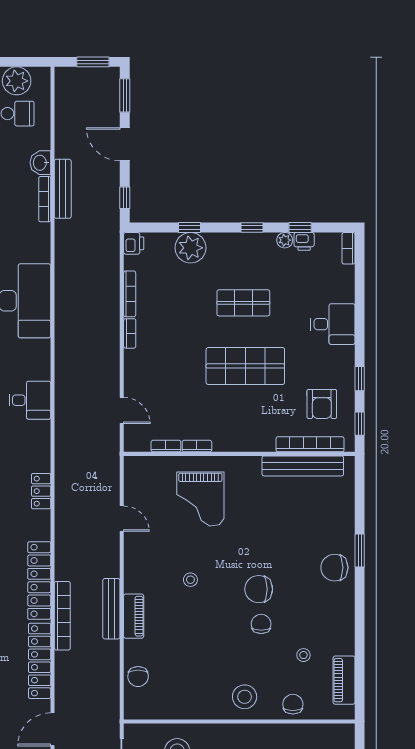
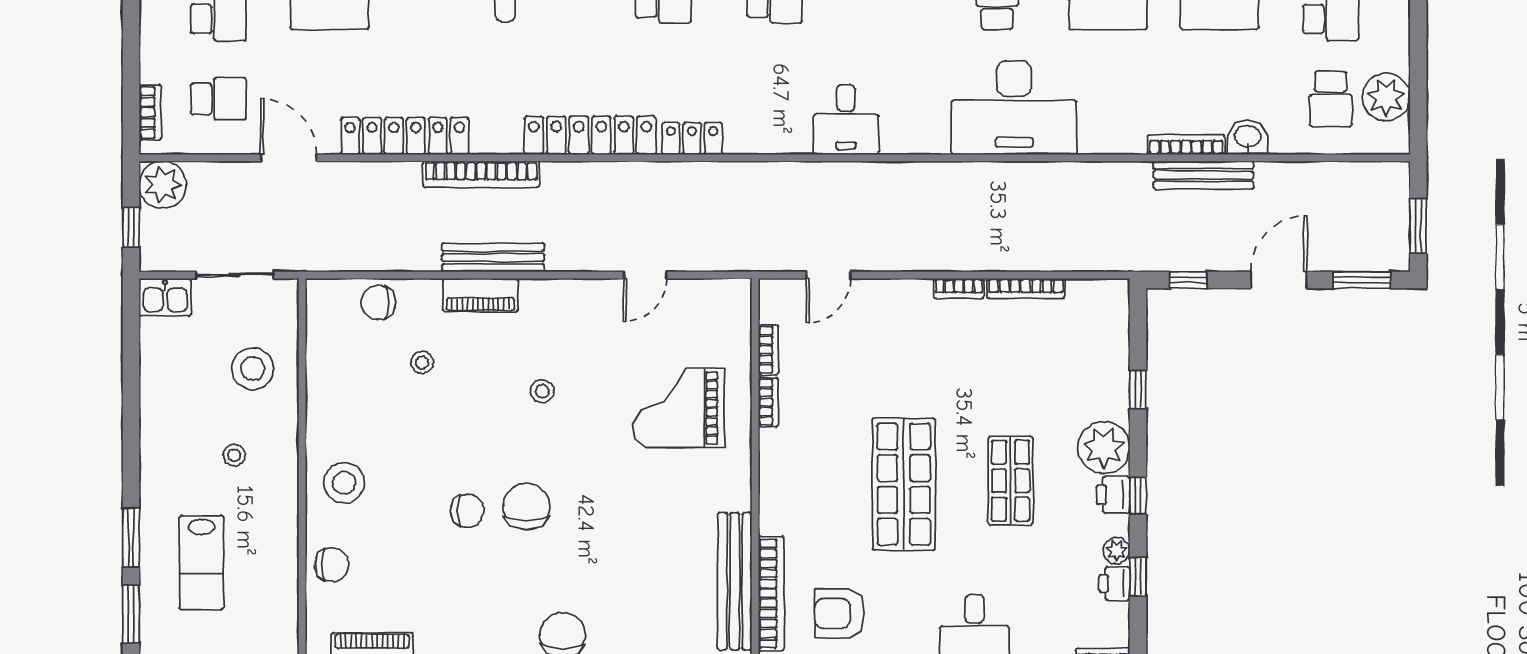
printer: (134, 243) -> (1113, 495), moved, turned 90
plant: (191, 248) -> (1104, 448), moved
locker: (39, 581) -> (590, 135), moved
stool: (303, 655) -> (422, 362), moved

